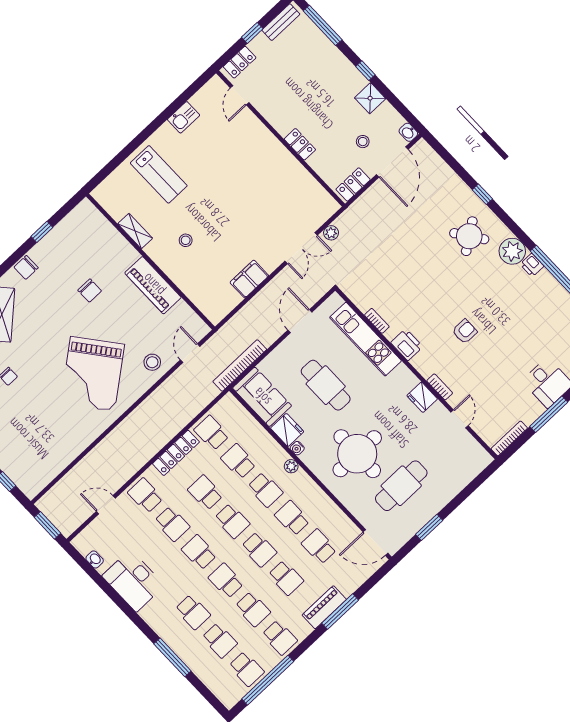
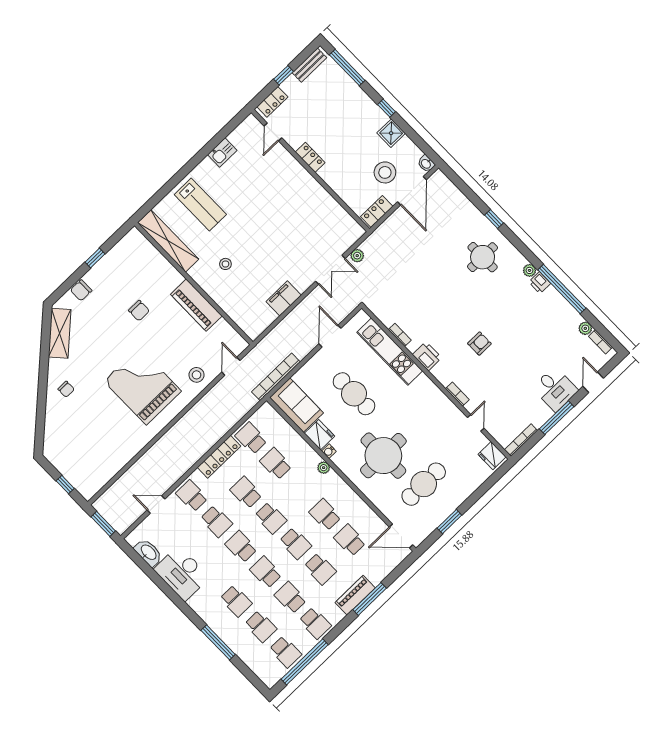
stool: (363, 142) -> (385, 172), width x1.89, depth x1.89
locker: (300, 144) -> (310, 157), moved
shelving: (135, 231) -> (168, 241), width x2.20, depth x1.33
round table: (469, 236) -> (483, 257), turned 35
plant: (512, 251) -> (529, 270), width x0.53, depth x0.53
grand piano: (93, 374) -> (143, 386), turned 128
fridge: (422, 397) -> (492, 456), moved
school desk: (265, 490) -> (300, 489), removed
washbasin: (95, 559) -> (148, 553), width x1.91, depth x1.45
school desk: (253, 609) -> (290, 598), turned 180

